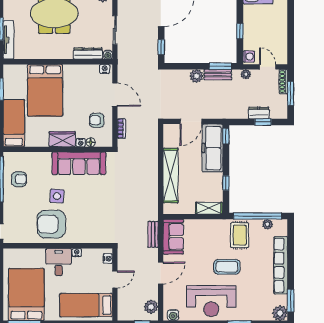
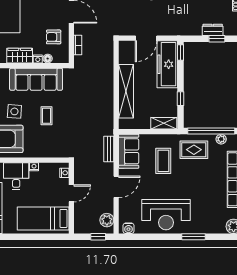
coffee table: (90, 200) -> (47, 116), added
rug: (240, 235) -> (194, 150), turned 90
coffee table: (227, 267) -> (163, 161), moved, turned 90

